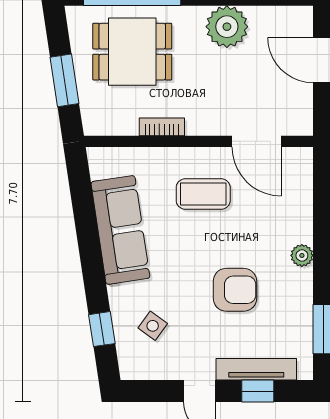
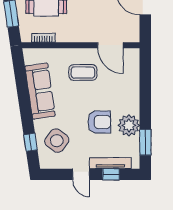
bookcase: (162, 127) -> (43, 38), moved
plant: (302, 255) -> (129, 125), moved, width x1.87, depth x1.87
side table: (153, 326) -> (57, 141), width x1.87, depth x1.87

